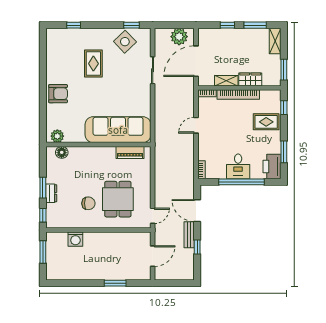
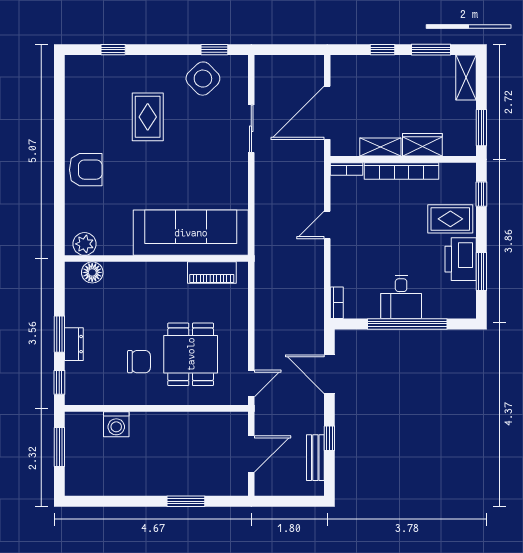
plant: (179, 37) -> (298, 70), removed
printer: (272, 167) -> (461, 259), moved
bench: (189, 235) -> (315, 458), moved

